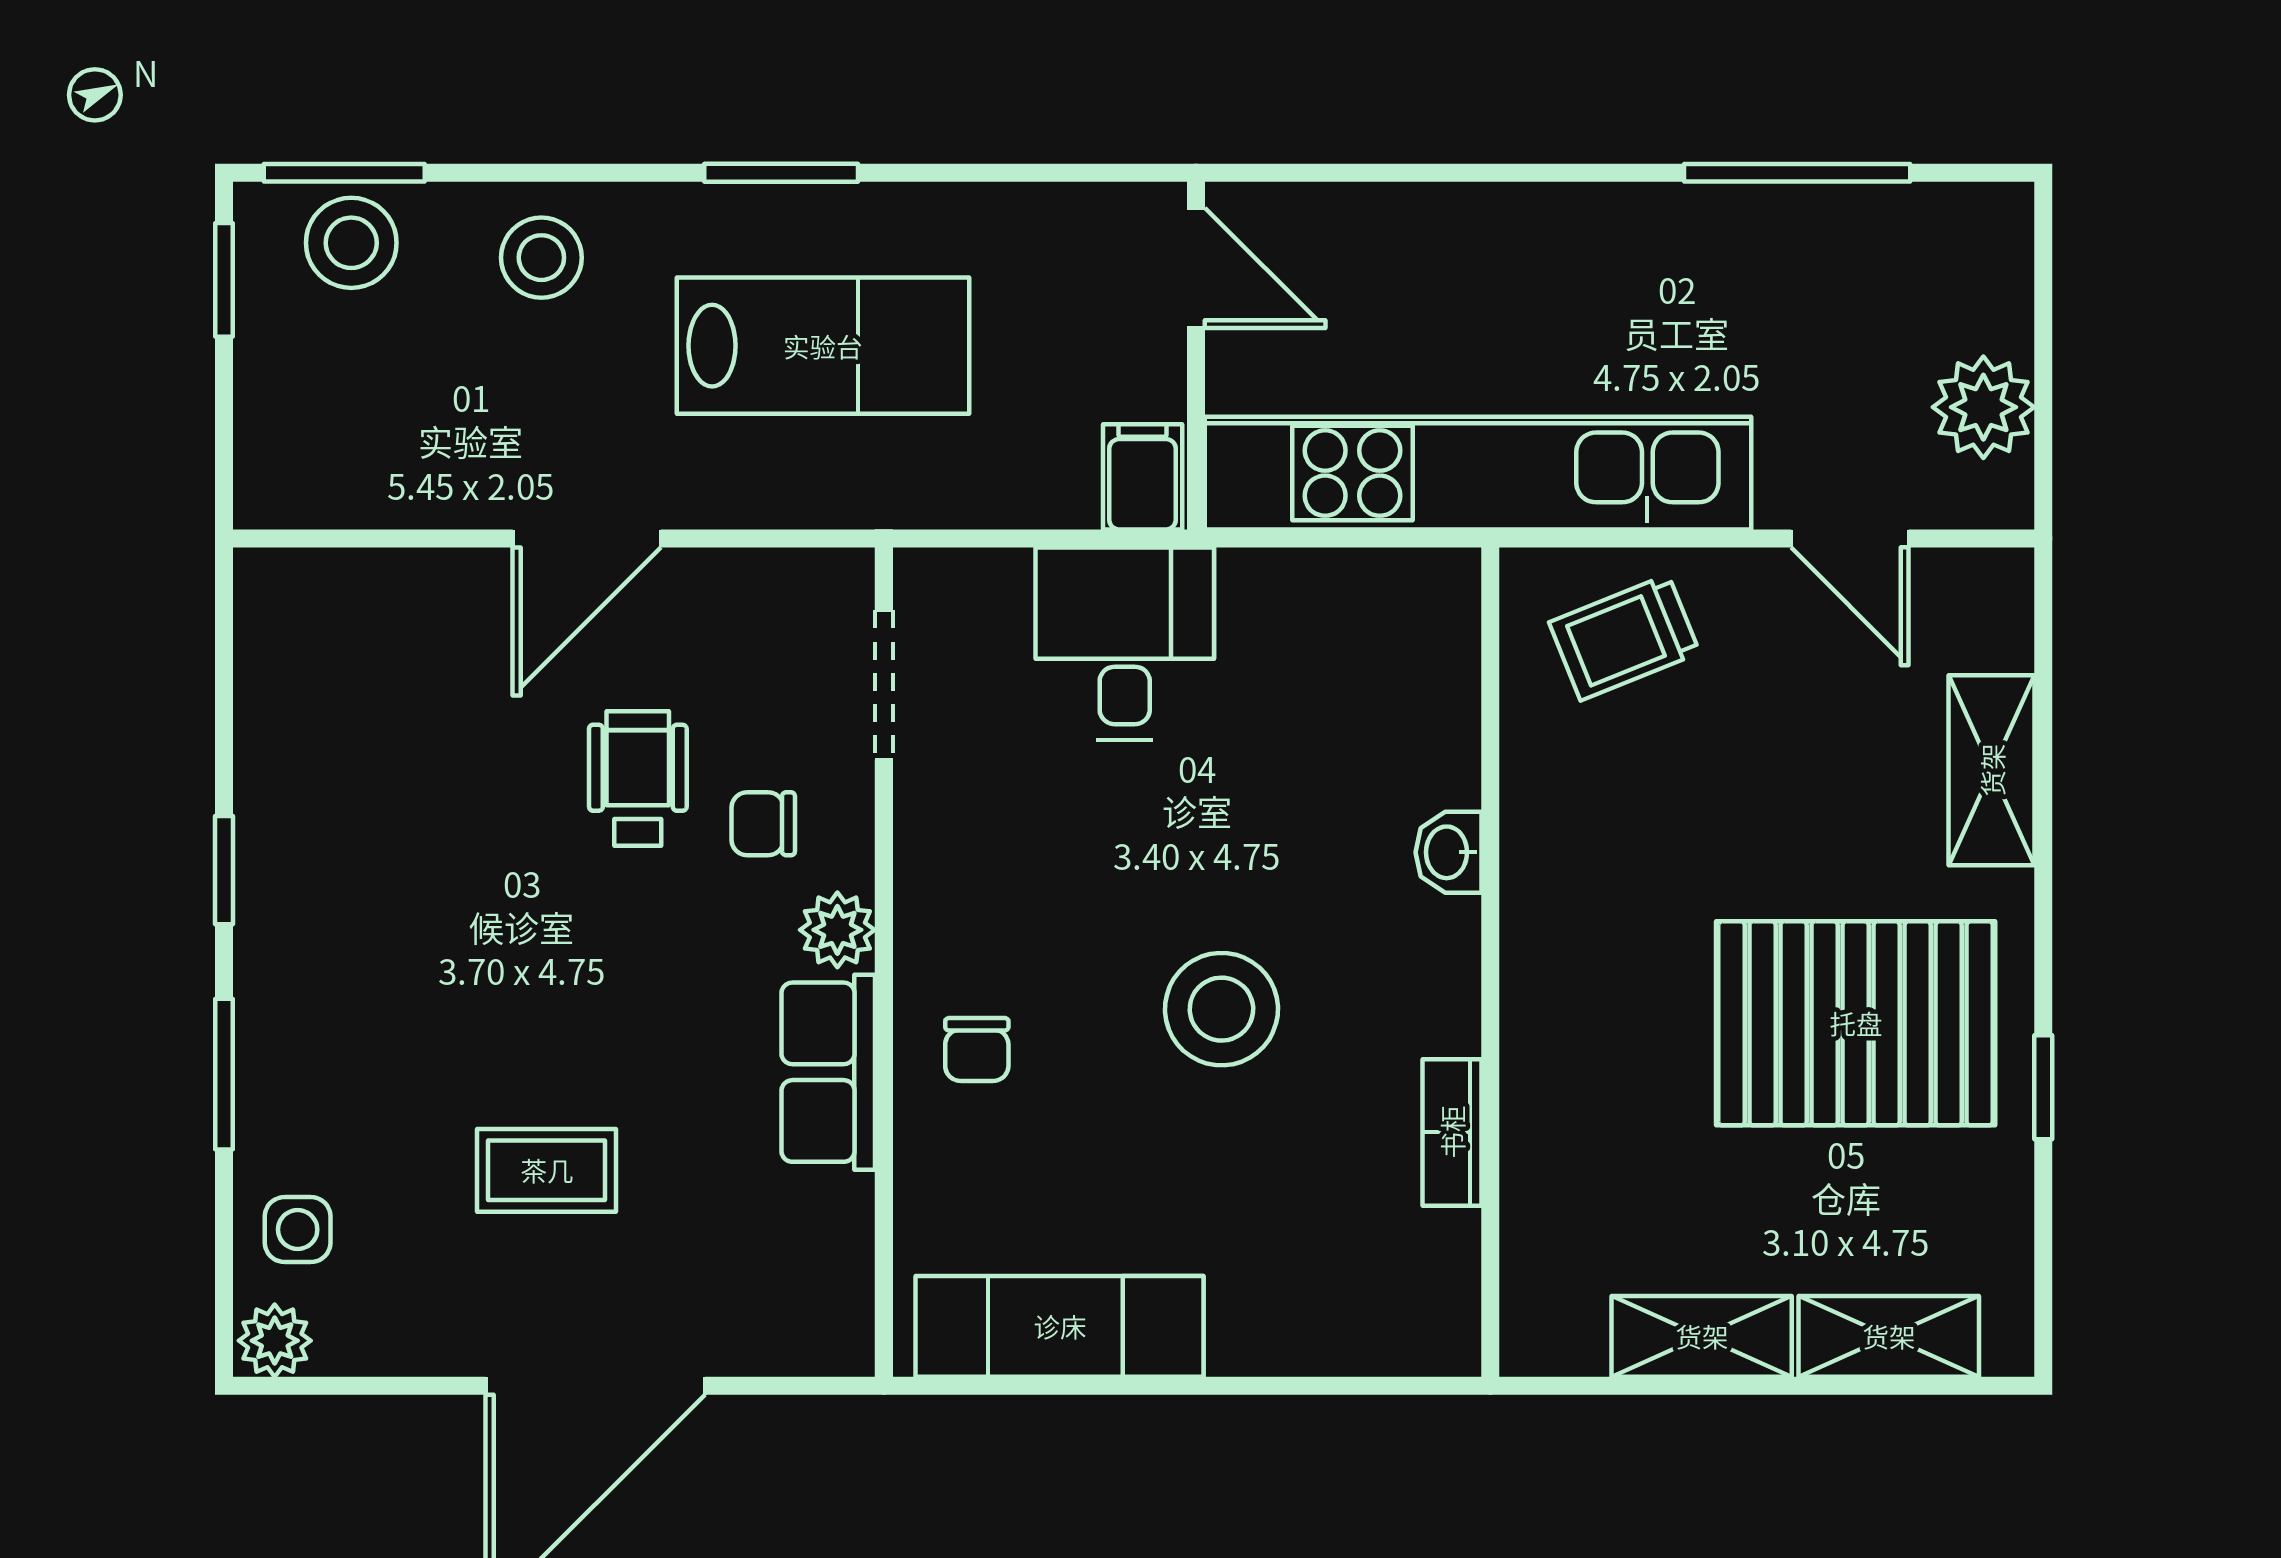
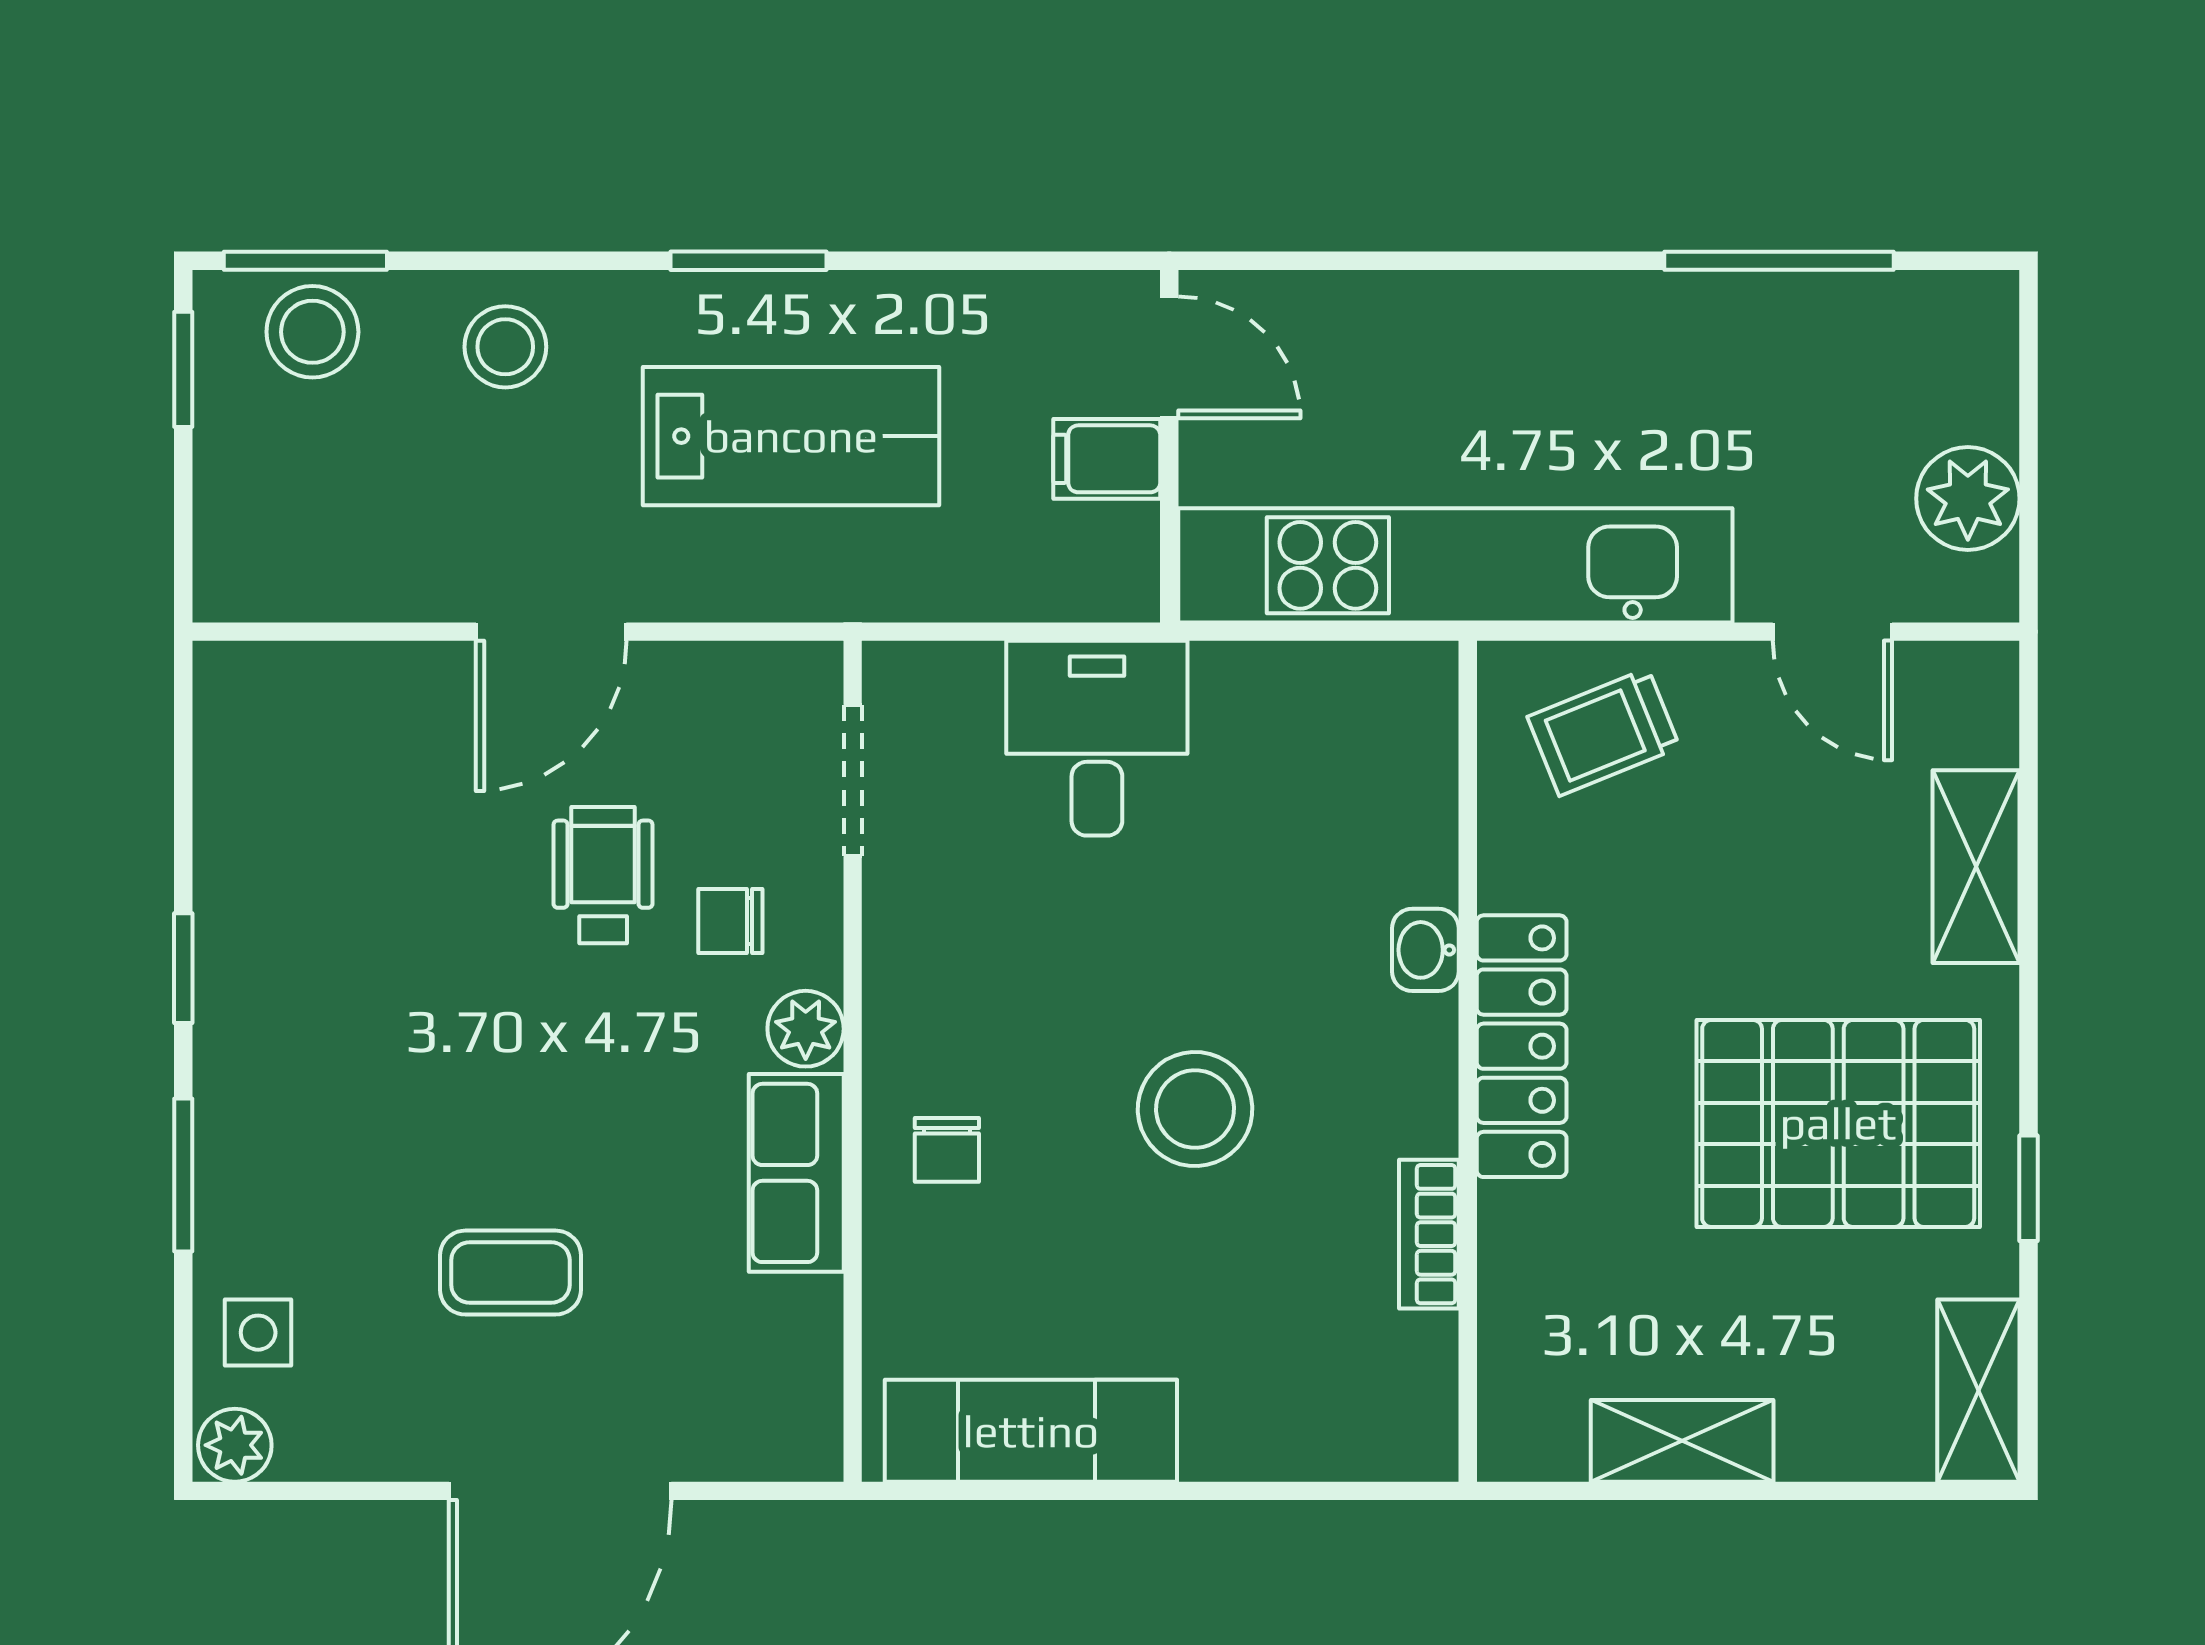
filing cabinet: (1143, 477) -> (1107, 459), moved, turned -90
locker: (1543, 947) -> (1522, 1046), added
shelving: (1889, 1336) -> (1978, 1391), moved, turned 90

